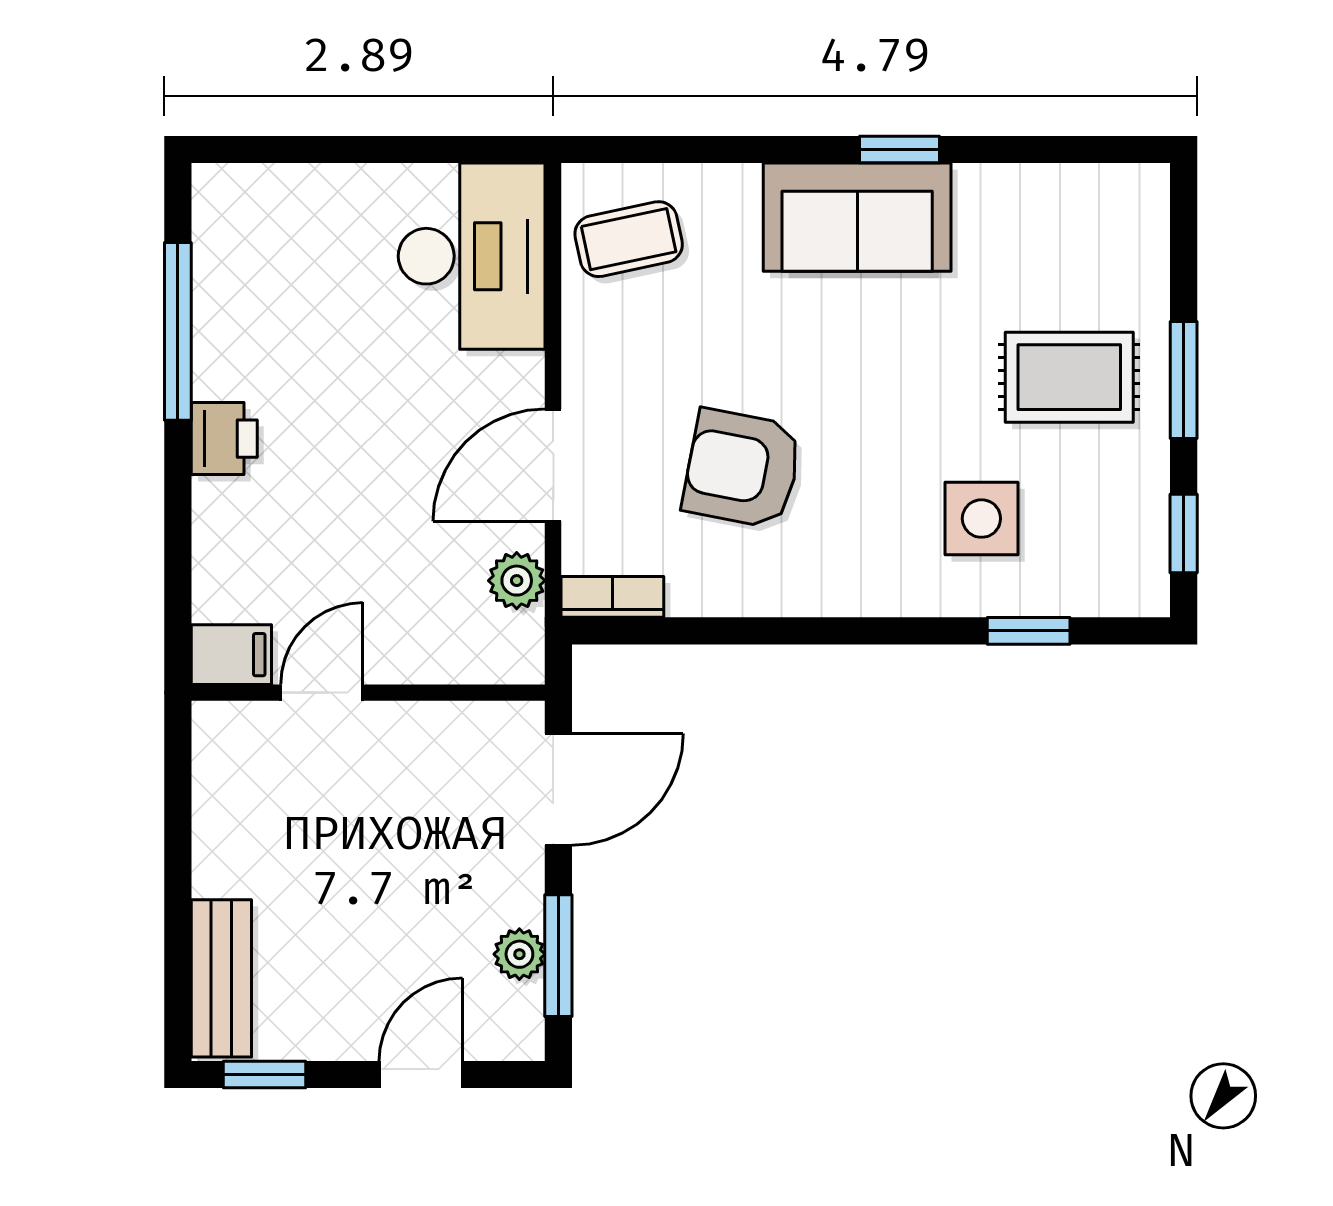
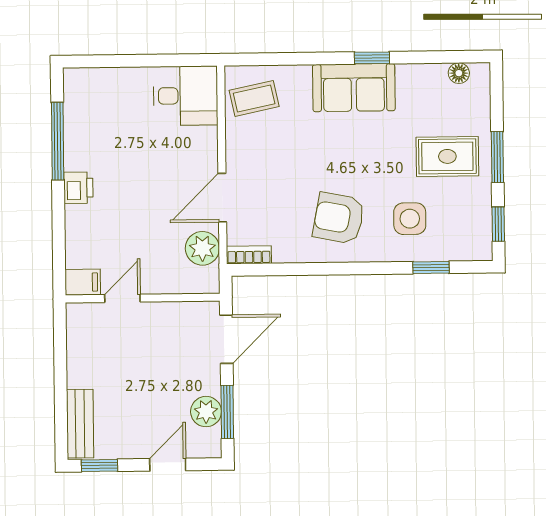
floor lamp: (1098, 187) -> (459, 73), added
desk: (472, 256) -> (185, 96), width x0.73
armchair: (742, 469) -> (339, 218), moved
plant: (517, 581) -> (202, 248), width x1.38, depth x1.38
plant: (519, 954) -> (206, 412), width x1.38, depth x1.38

